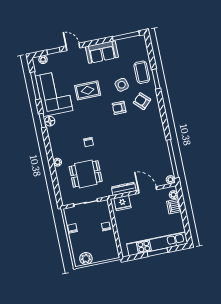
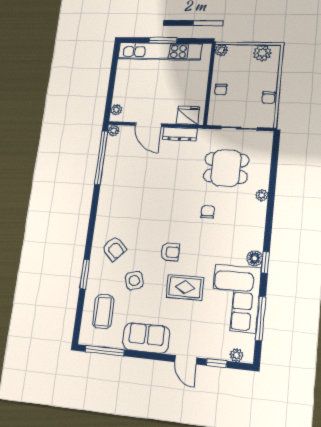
coffee table: (142, 72) -> (103, 312), moved
armchair: (119, 108) -> (170, 252), moved
dishwasher: (174, 206) -> (121, 94), removed
plant: (114, 254) -> (221, 50), added

